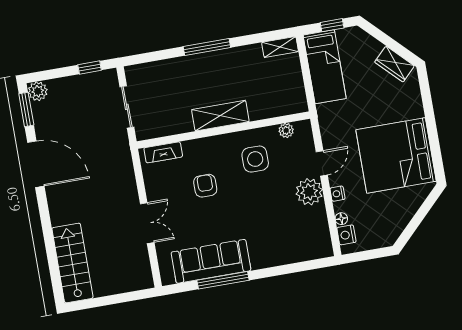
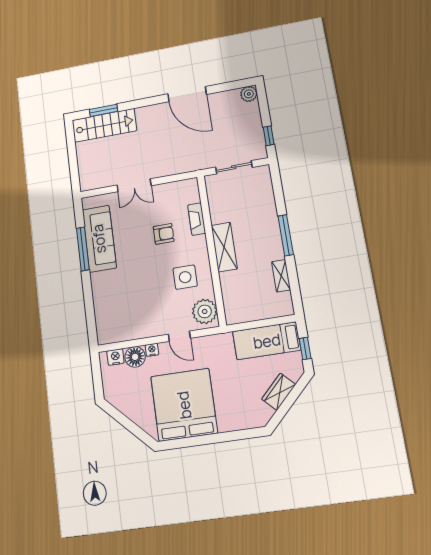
shelving: (280, 47) -> (281, 276), moved
wardrobe: (395, 64) -> (279, 392), moved
window: (26, 109) -> (103, 110), moved
plant: (286, 130) -> (205, 311), width x1.87, depth x1.87
fireplace: (163, 152) -> (197, 219), moved
door: (36, 164) -> (187, 94), hinge flipped
plant: (309, 192) -> (155, 325), removed
floor lamp: (341, 219) -> (135, 357), width x1.89, depth x1.89

